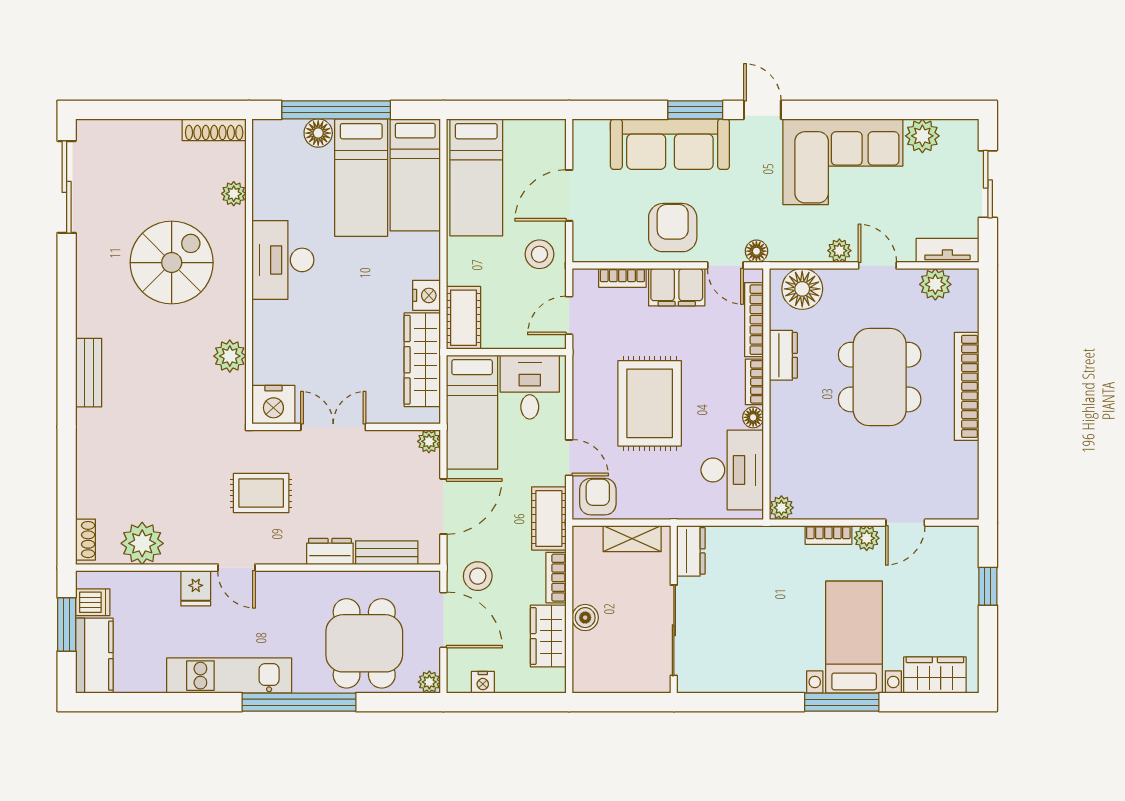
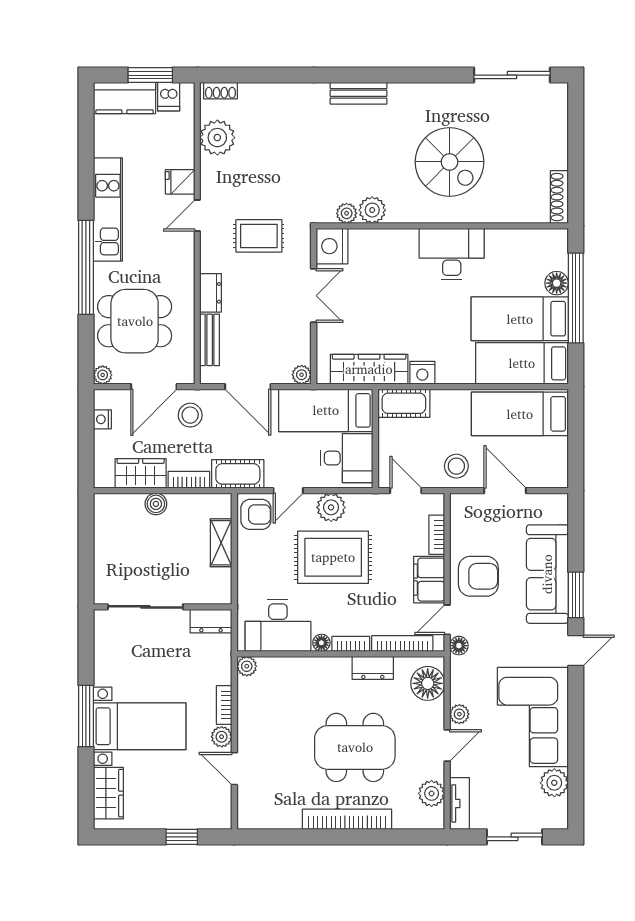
plant: (234, 194) -> (347, 213), moved
plant: (589, 406) -> (331, 507), added
rug: (261, 493) -> (259, 236), turned 90
dresser: (691, 551) -> (211, 621), moved
wall: (674, 609) -> (163, 607), moved
sliding door: (674, 630) -> (145, 607), moved

